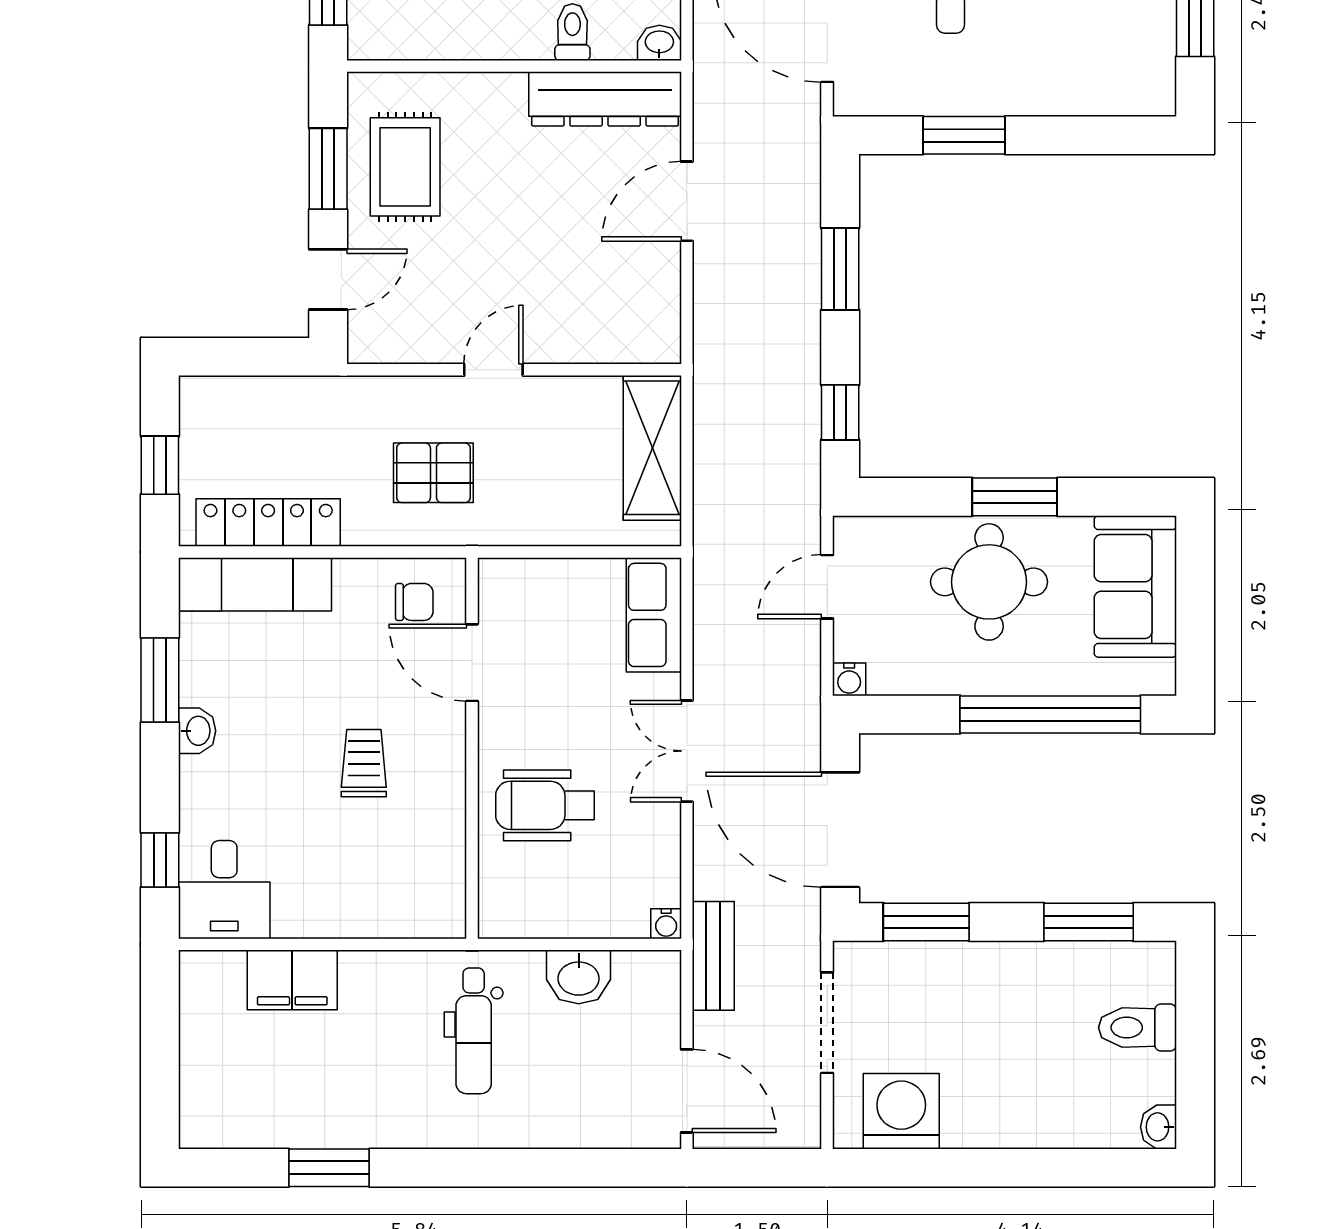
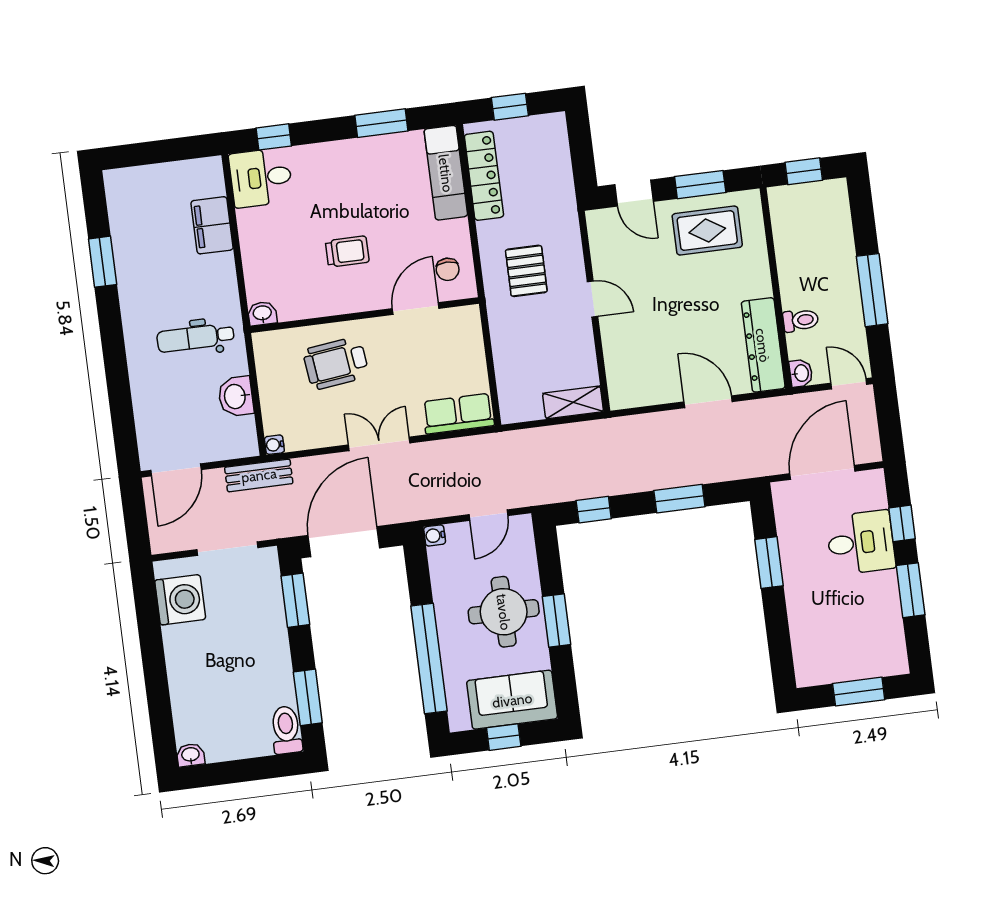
shelving: (652, 448) -> (573, 402), width x0.67, depth x0.75
door: (827, 587) -> (488, 515), swing flipped
window: (1195, 608) -> (504, 737), added
washbasin: (197, 731) -> (262, 313), moved, turned 180
wheelchair: (545, 805) -> (336, 363), turned -97
toilet: (1138, 1028) -> (286, 730), moved

